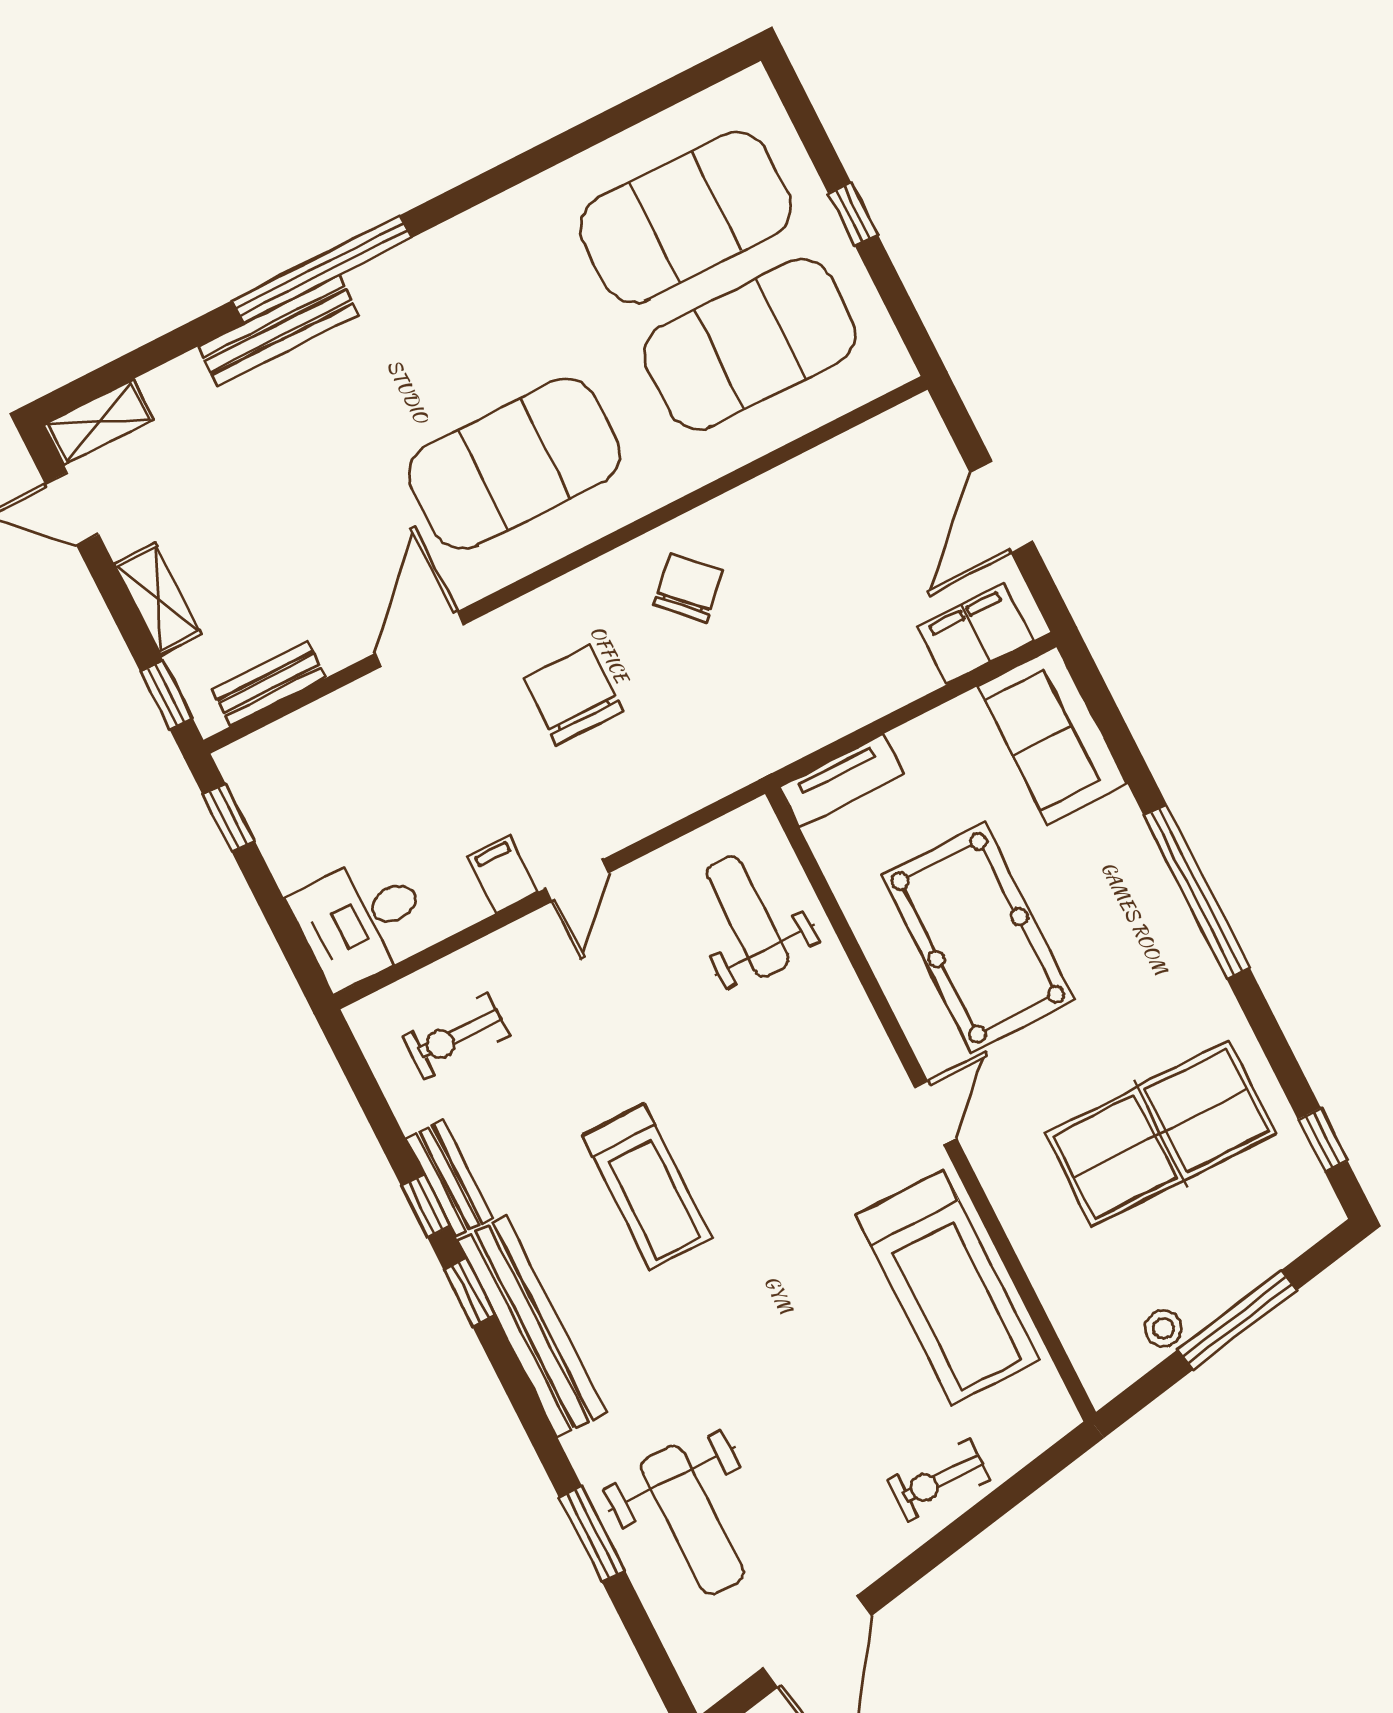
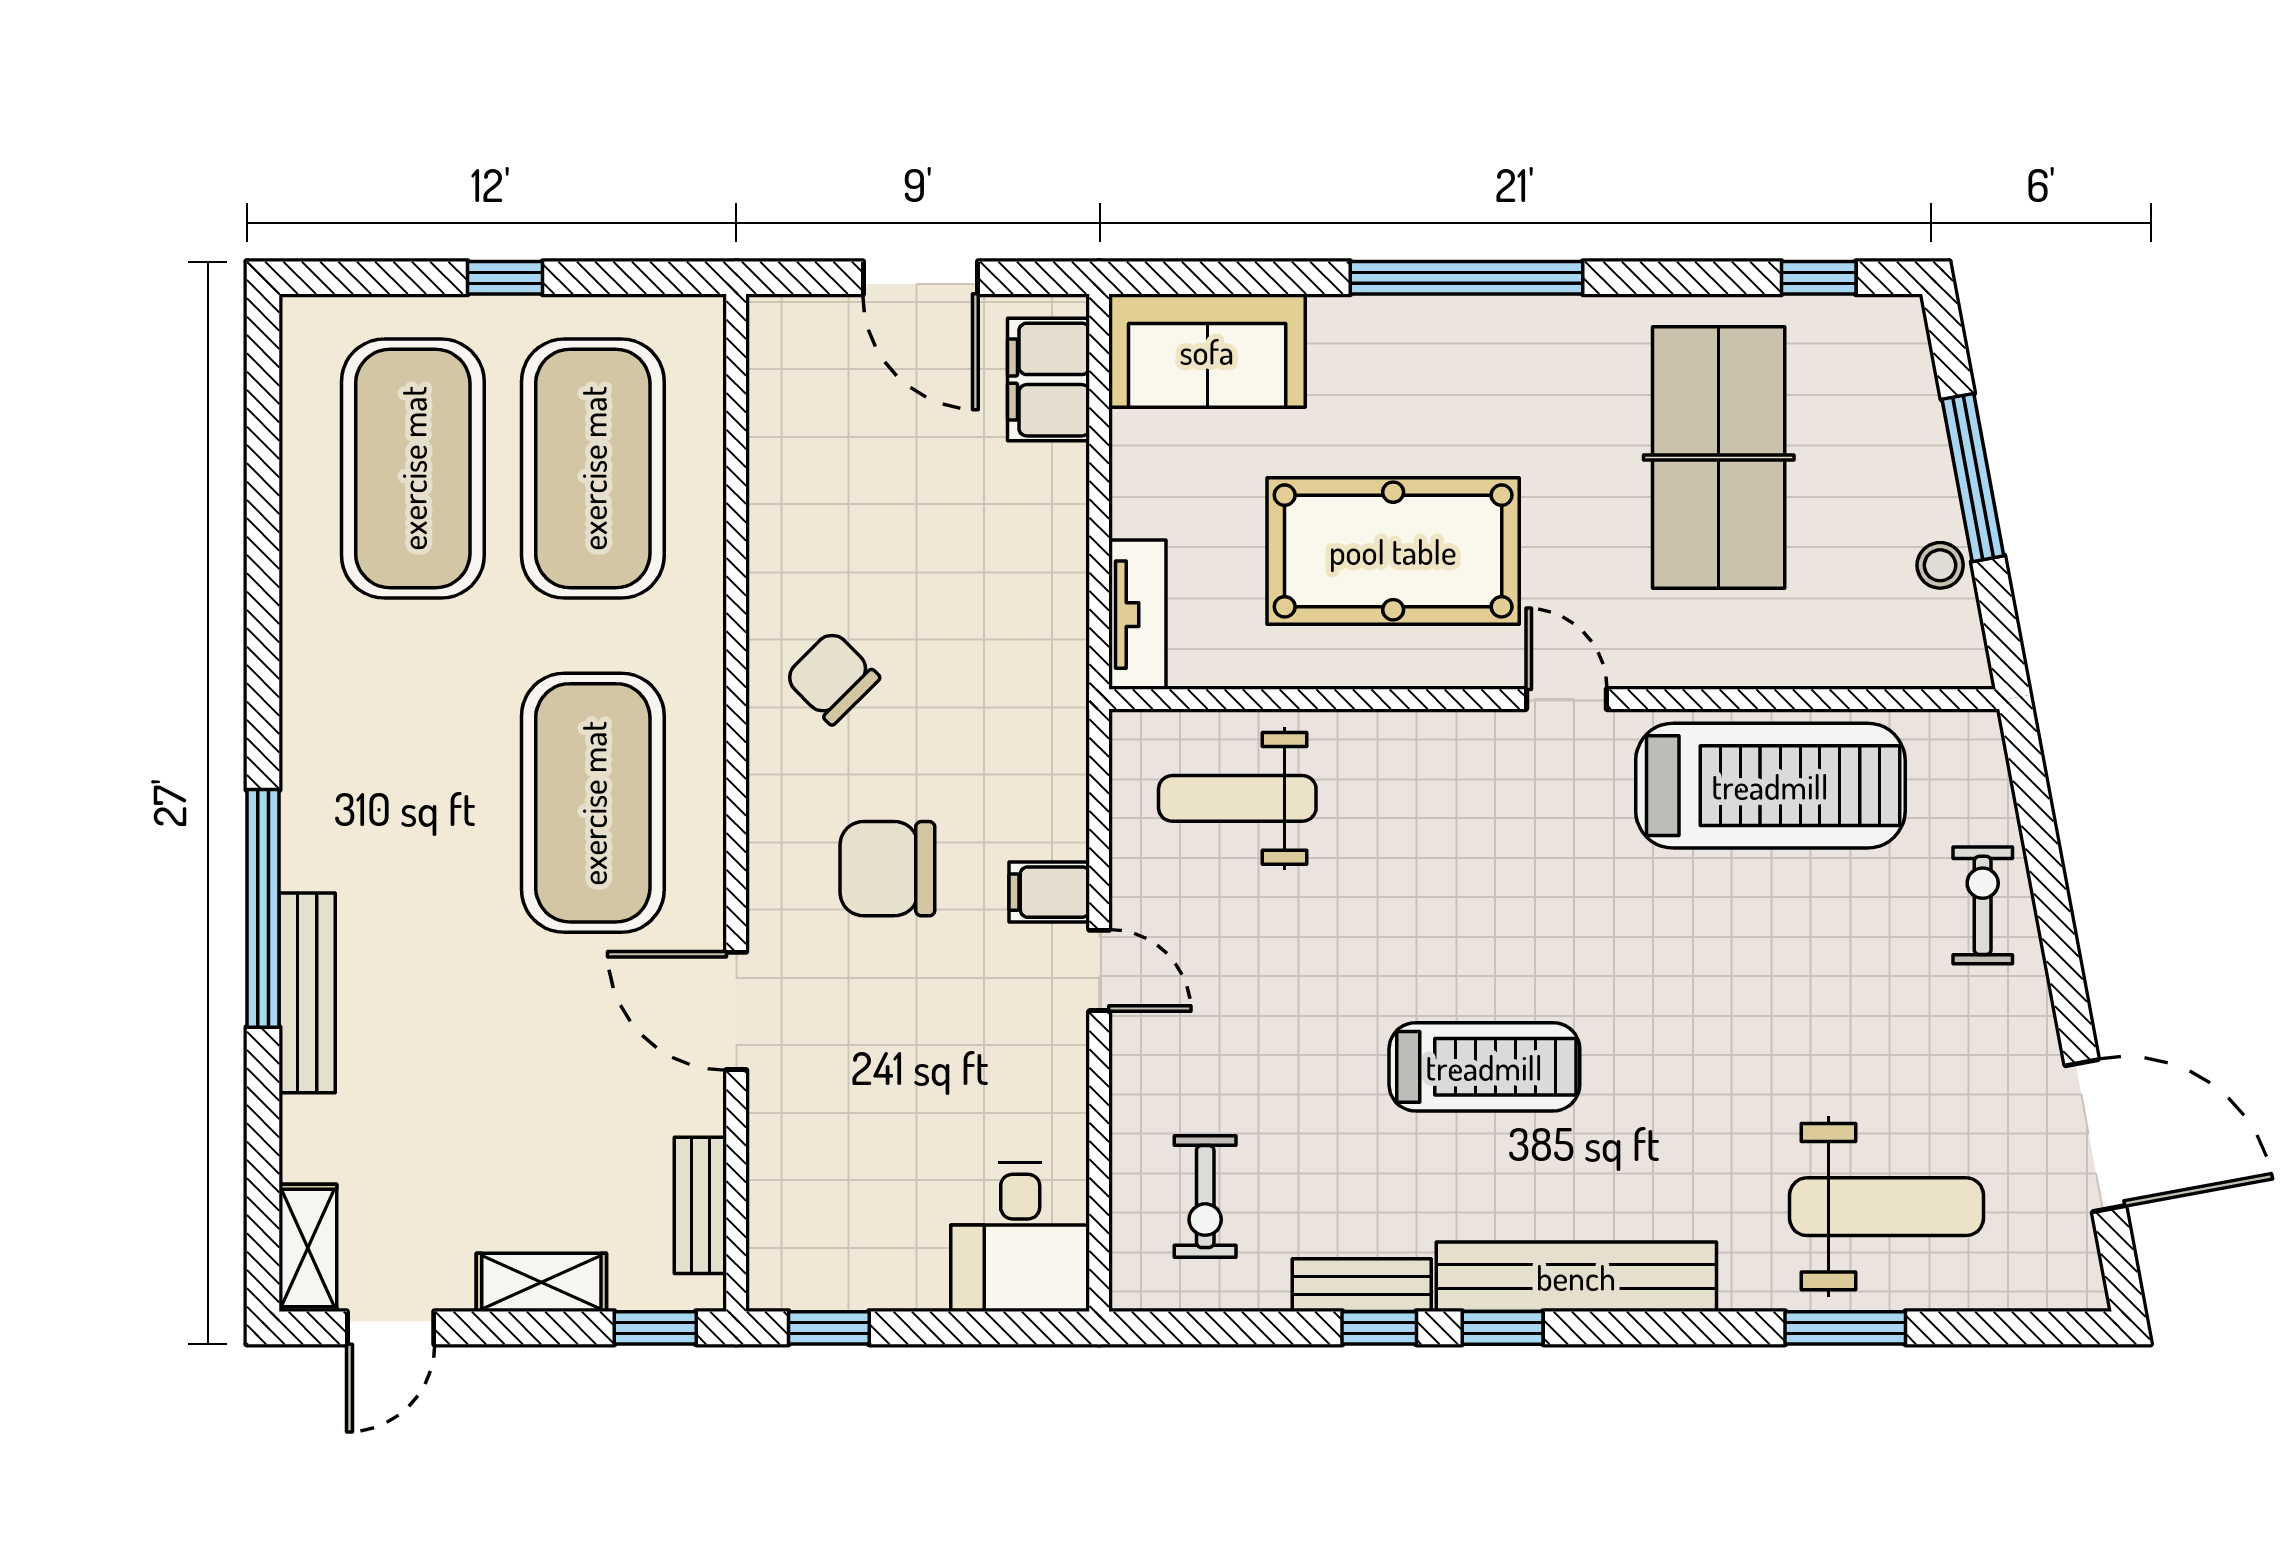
filing cabinet: (503, 874) -> (1049, 892), moved
exercise bike: (939, 1480) -> (1983, 905), turned 180

